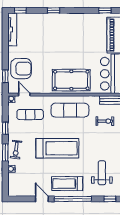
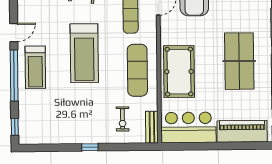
table tennis table: (64, 37) -> (239, 61), added
weight bench: (102, 173) -> (51, 115), removed
treadmill: (67, 184) -> (35, 67), turned 180

